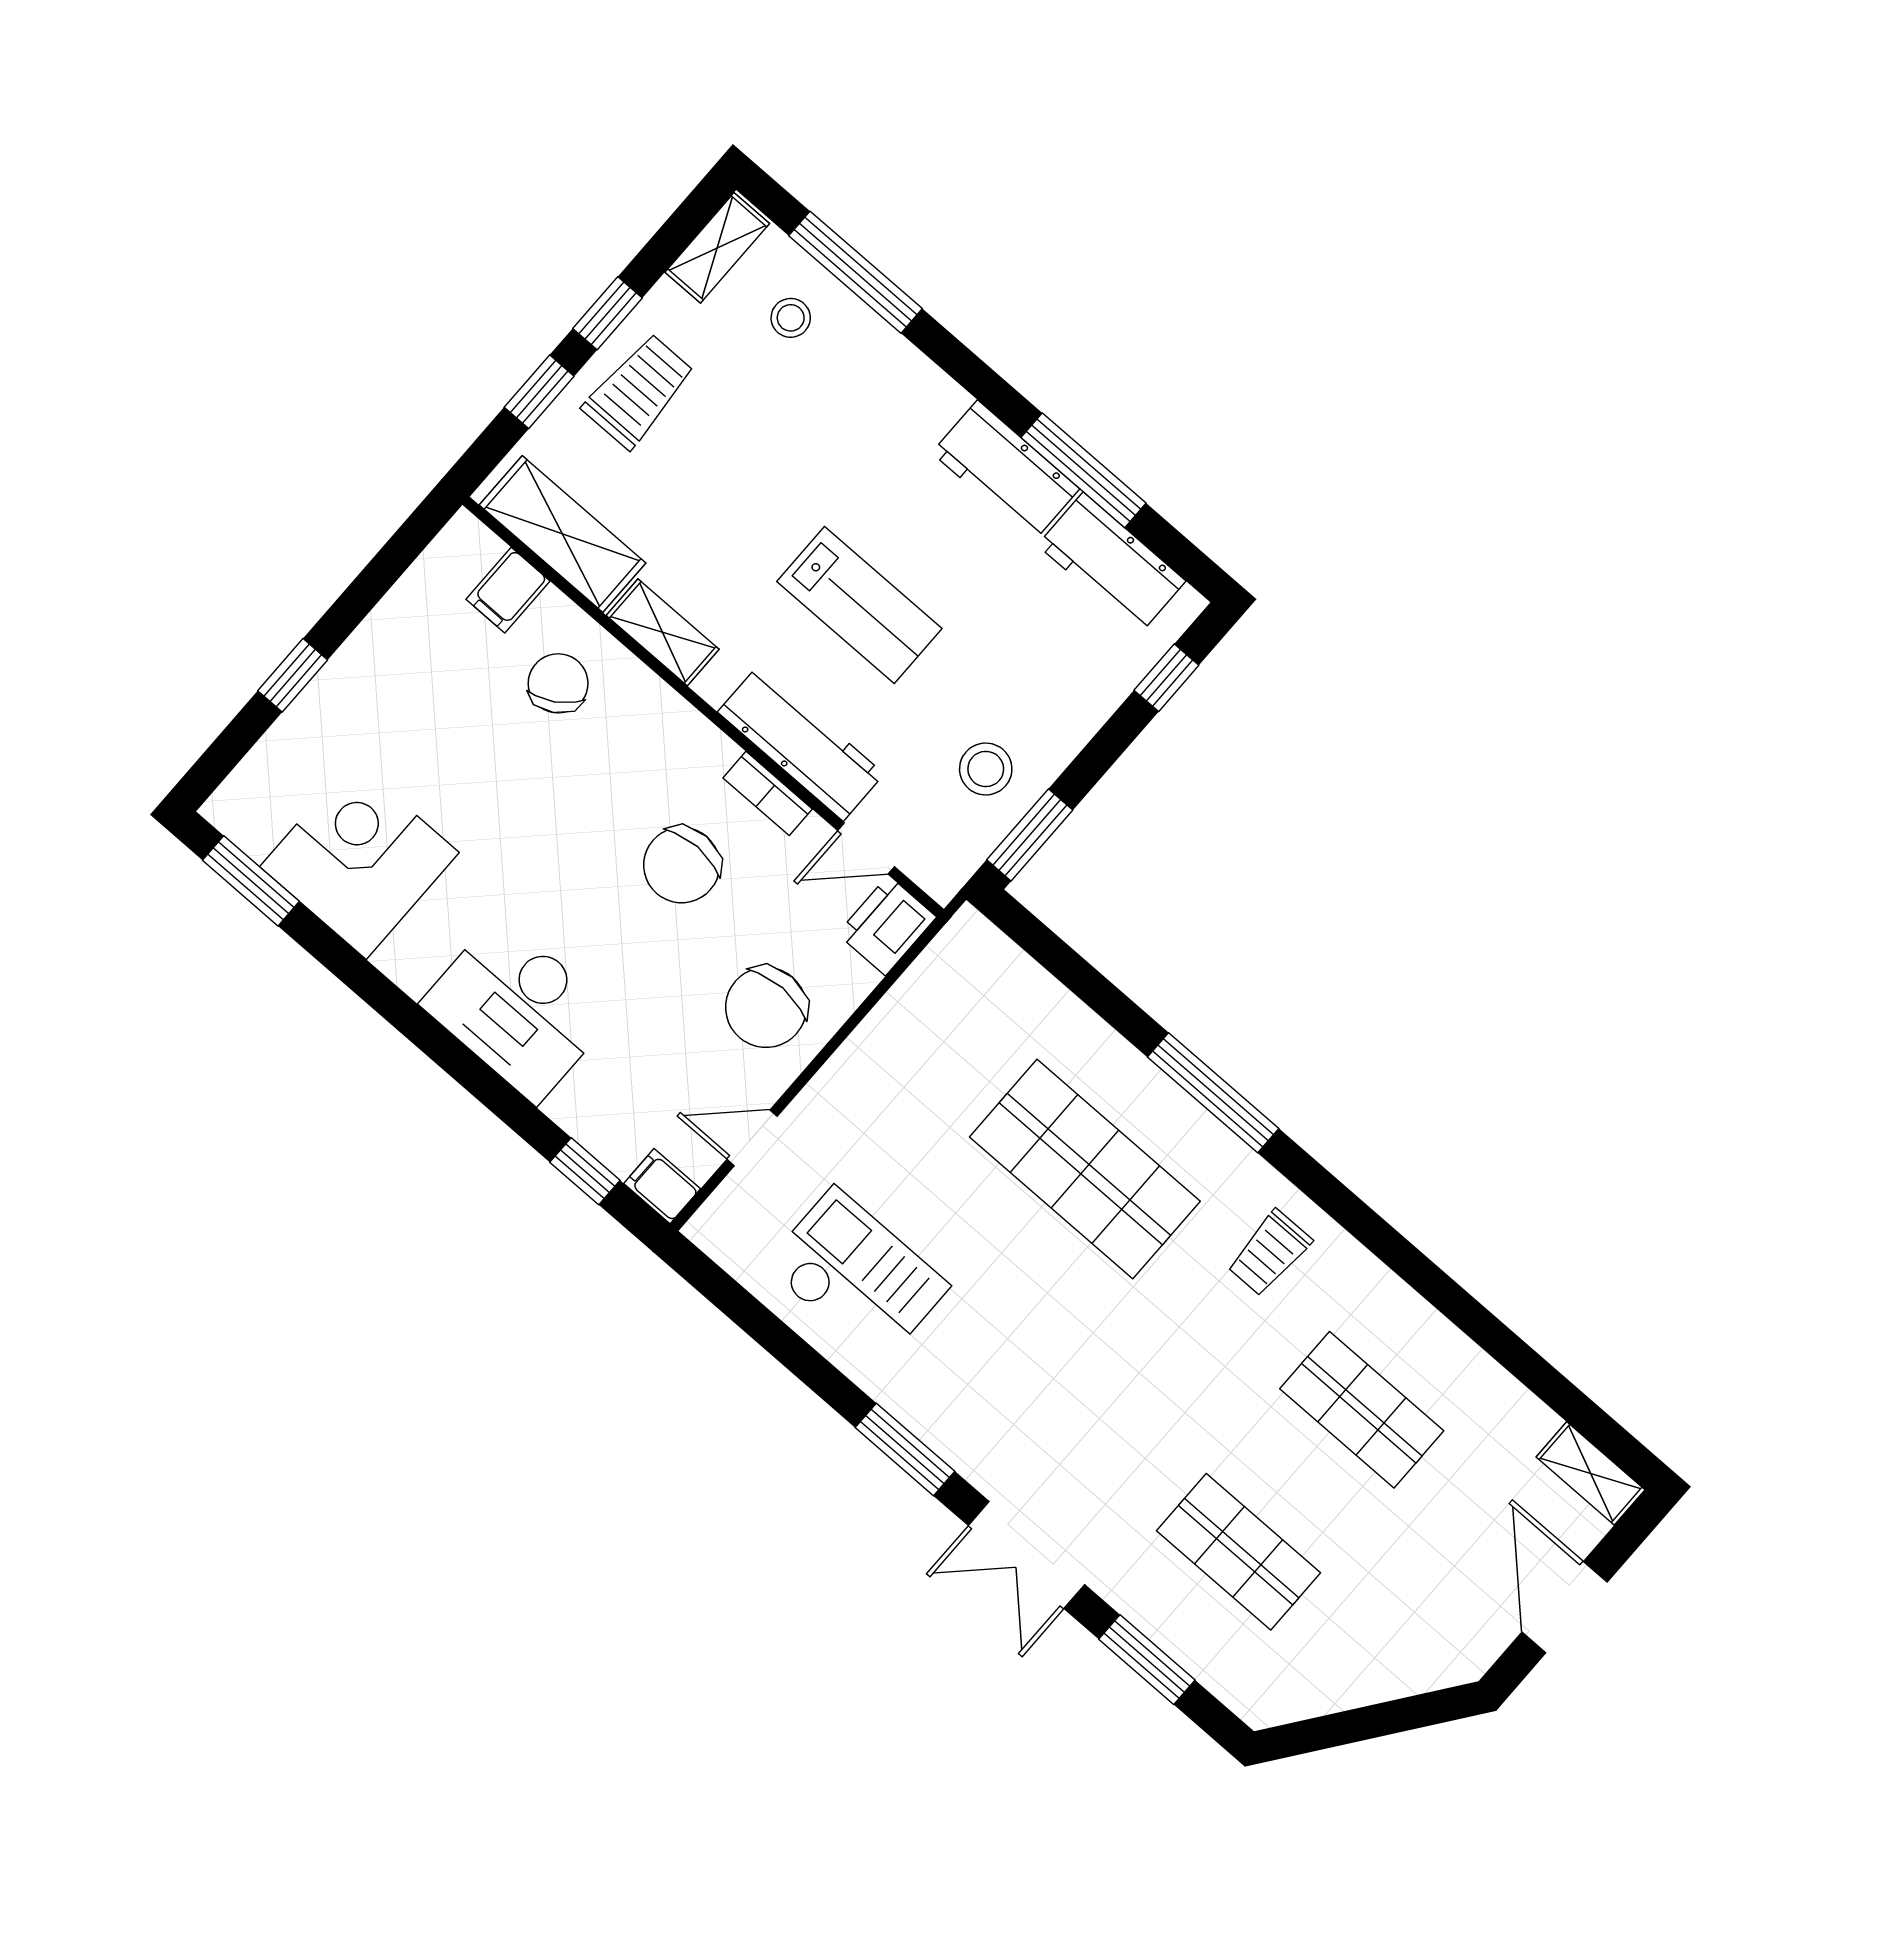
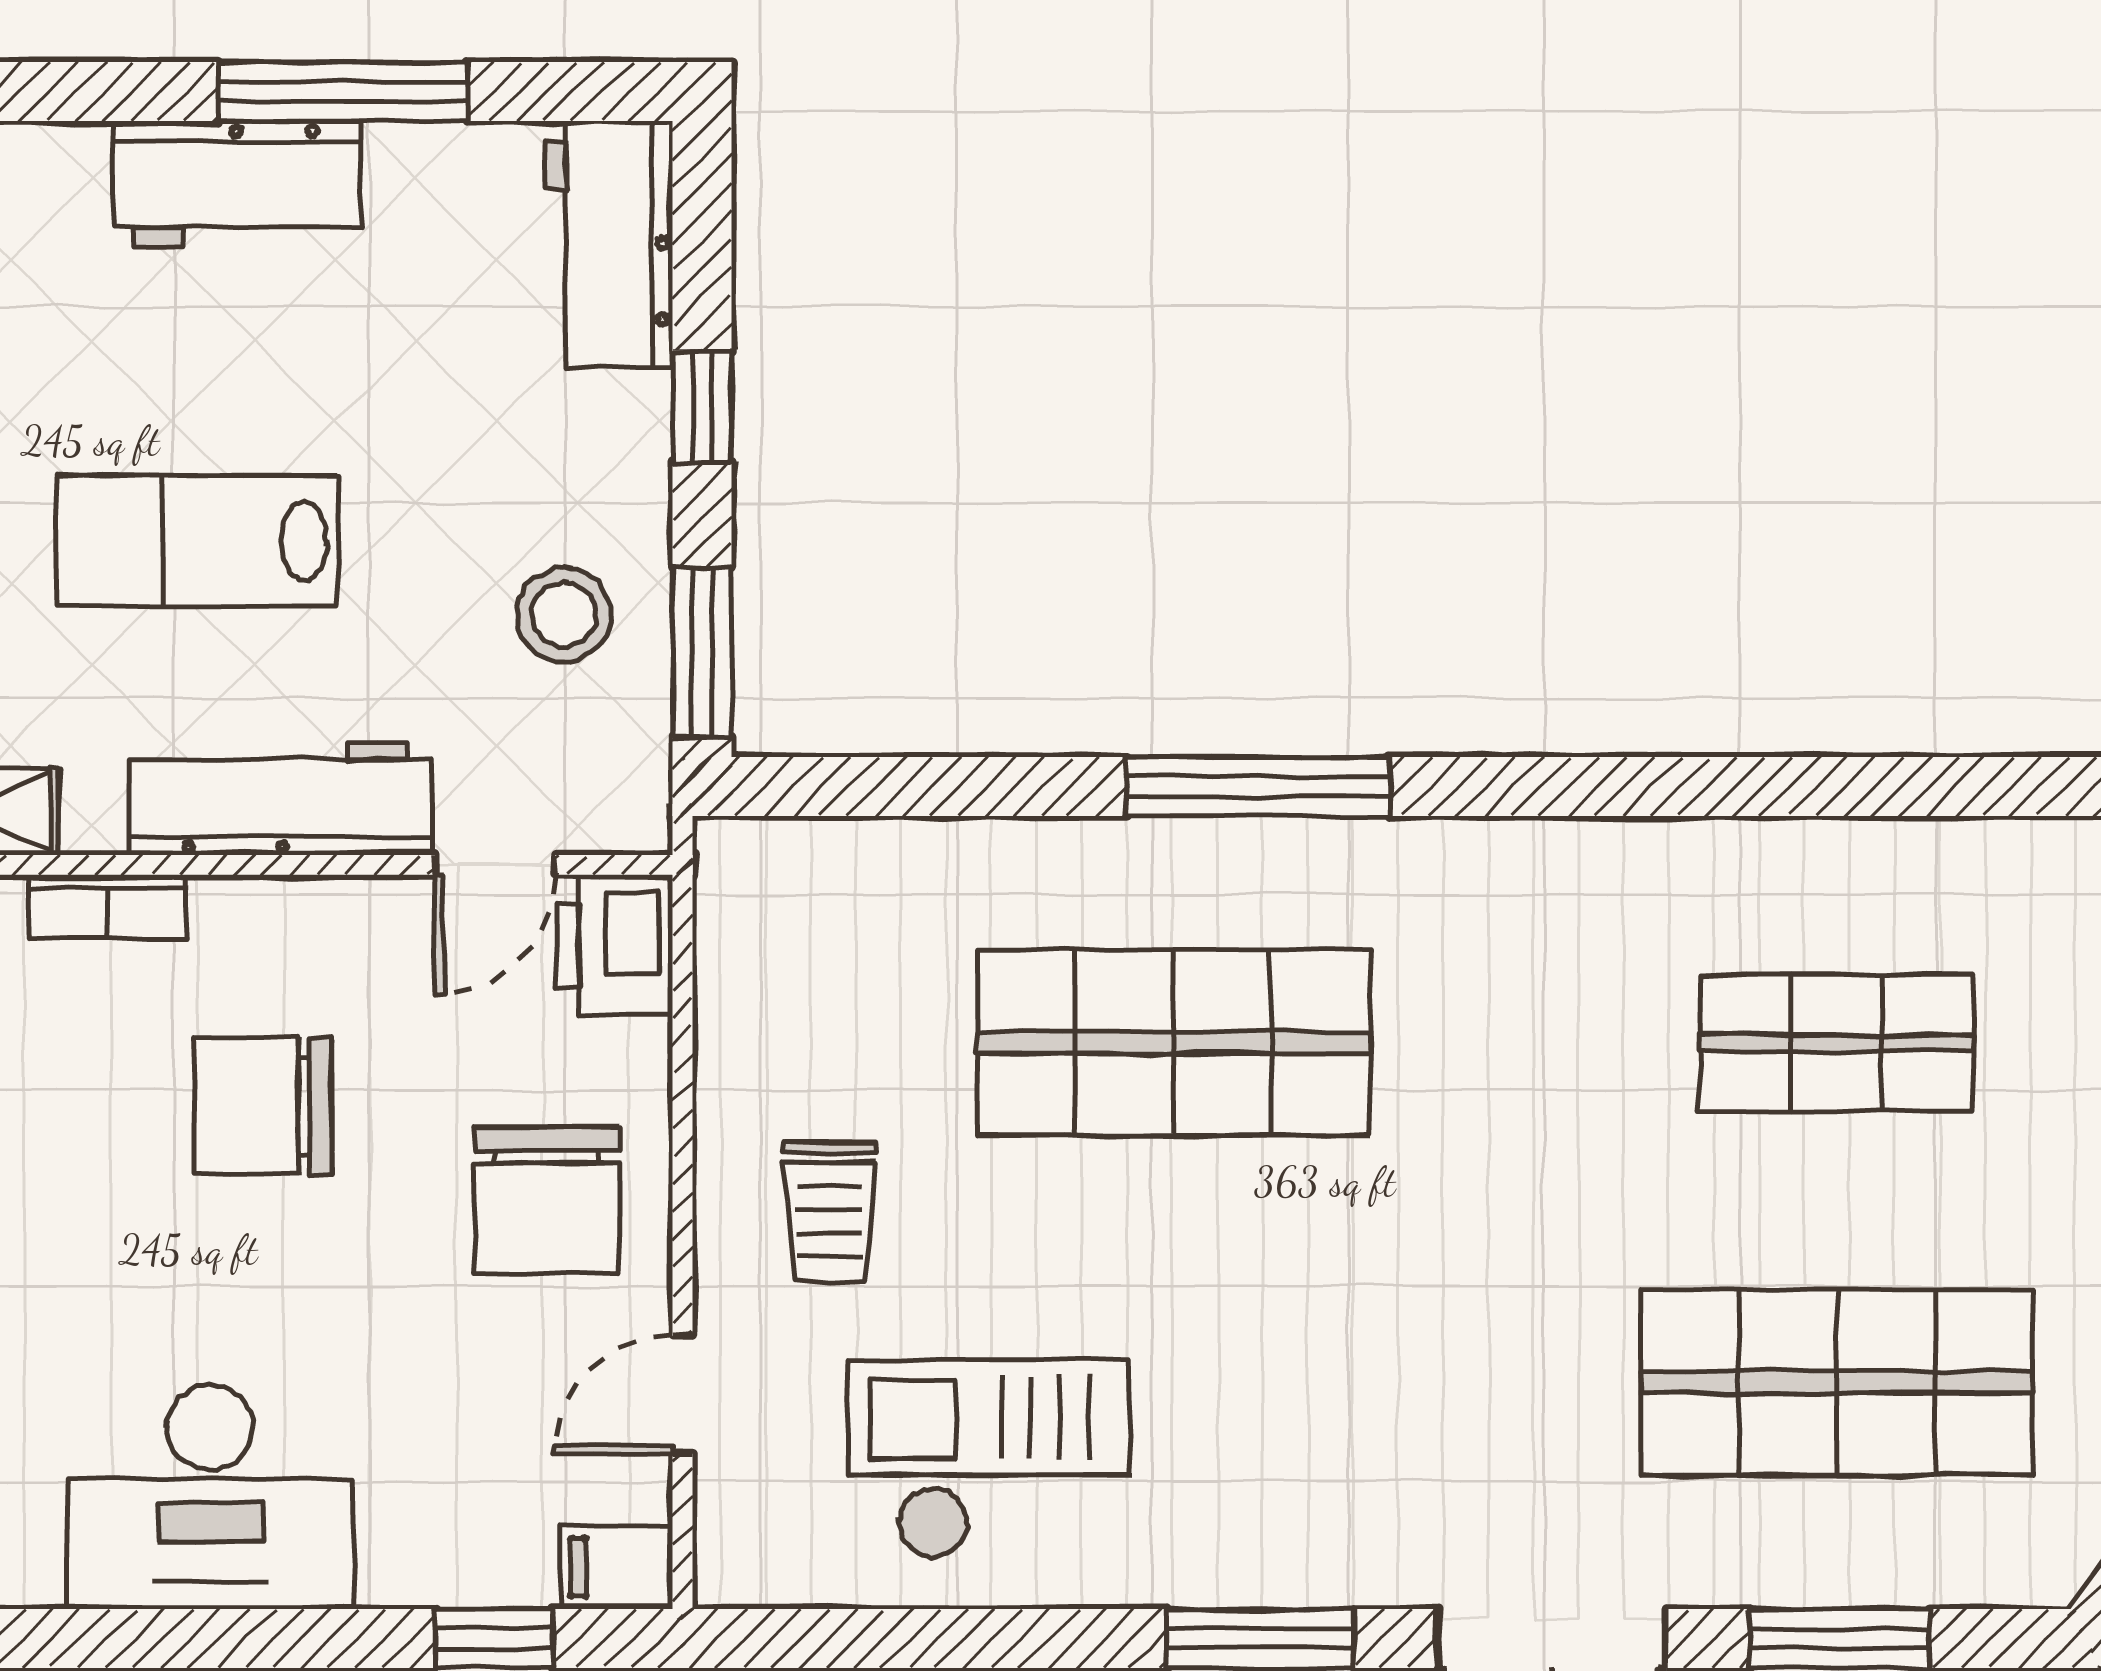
workbench: (1112, 563) -> (609, 244), moved, turned 90
lab bench: (859, 605) -> (197, 541), turned 180
window: (1166, 678) -> (702, 406), moved
bookcase: (768, 793) -> (108, 907), moved
chair: (682, 865) -> (263, 1106), turned 90
trolley: (1269, 1253) -> (830, 1212), moved
shop shelf: (1239, 1552) -> (1837, 1382), width x1.43, depth x1.36

